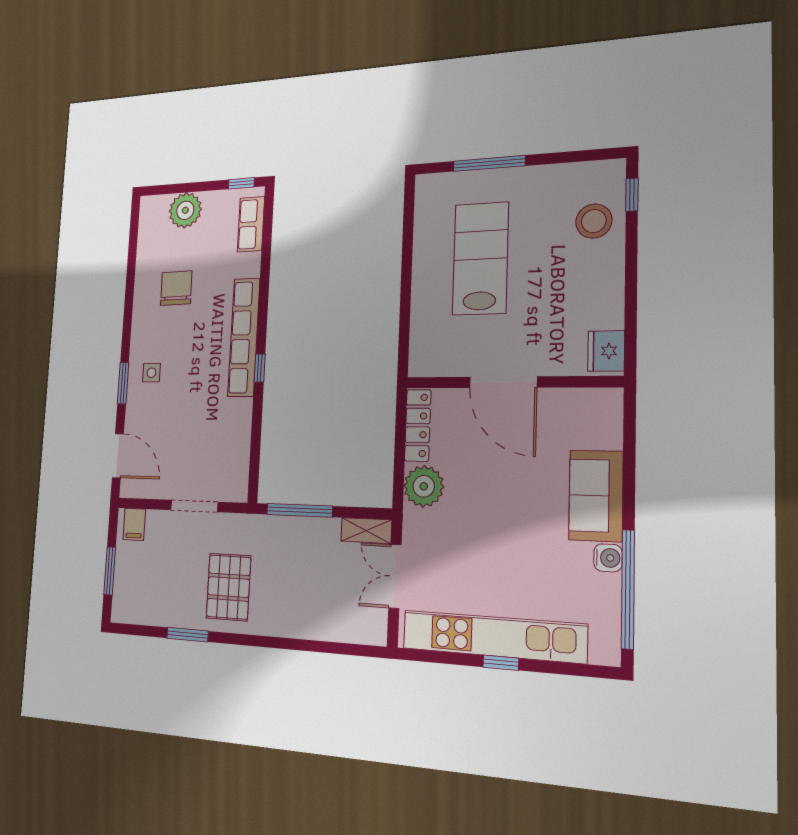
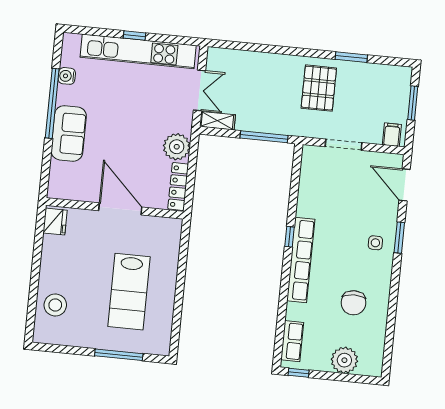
window: (632, 195) -> (31, 318), removed
water cooler: (608, 558) -> (67, 76), moved
window: (628, 589) -> (52, 103), moved

